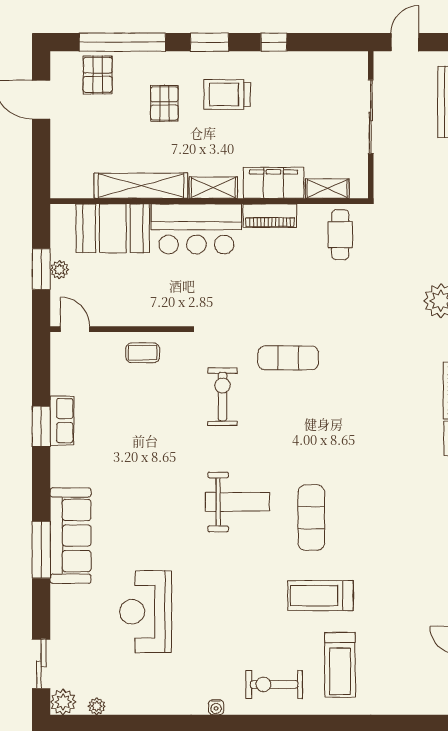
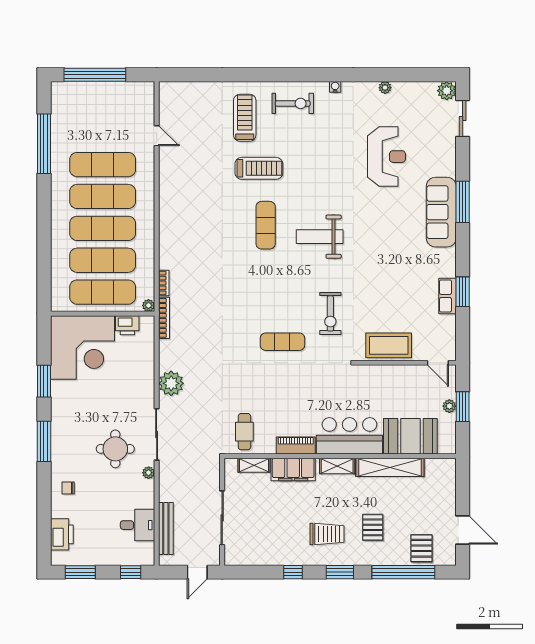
coffee table: (143, 353) -> (389, 345), width x1.86, depth x1.72
plant: (97, 706) -> (385, 88), moved

